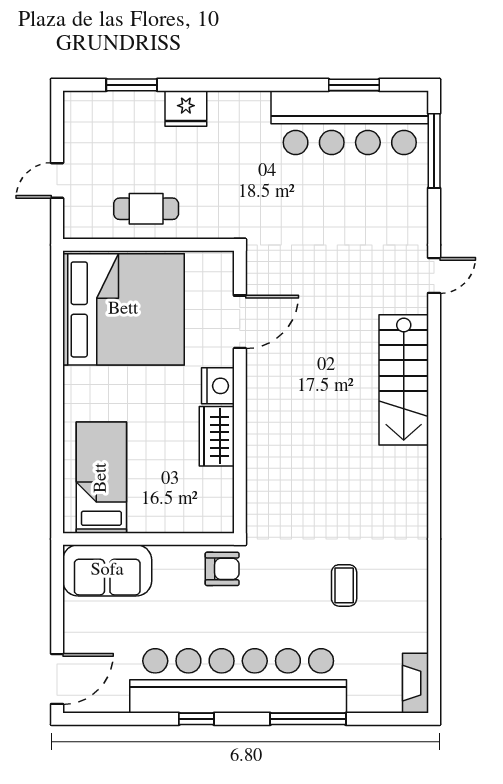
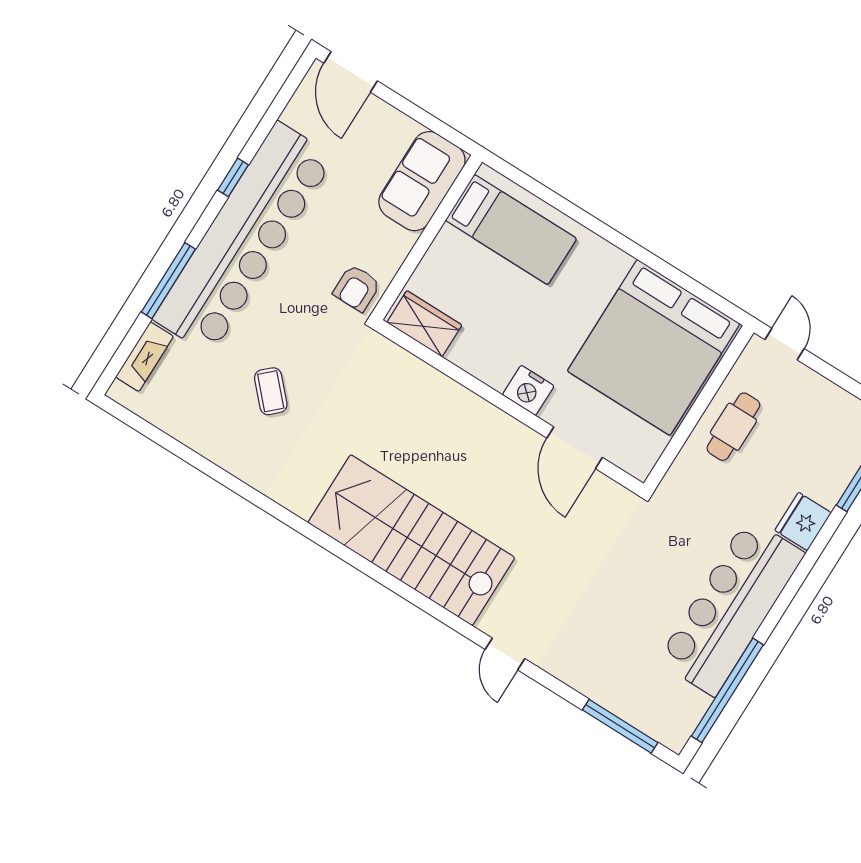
window: (354, 85) -> (727, 690), width x2.11
bar counter: (350, 123) -> (731, 607), moved
door: (57, 181) -> (785, 344), moved
stairs: (404, 380) -> (411, 540), width x1.36, depth x1.51
wardrobe: (217, 436) -> (424, 324), moved
coffee table: (344, 585) -> (271, 391), turned 47
fireplace: (415, 683) -> (145, 357), moved, turned 90

